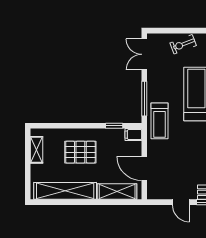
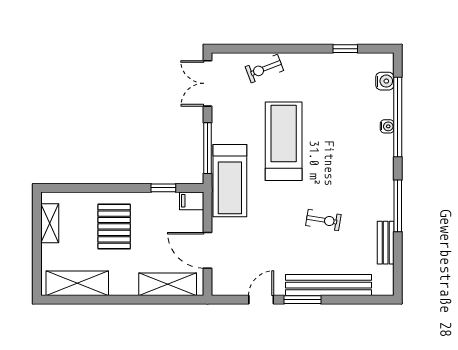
treadmill: (160, 121) -> (230, 181), width x1.37, depth x1.38
pallet: (80, 152) -> (114, 226), turned 90
shelving: (65, 191) -> (77, 283), width x0.68
door: (181, 202) -> (261, 300), swing flipped

